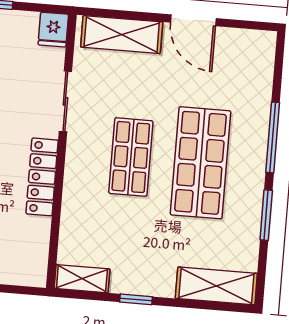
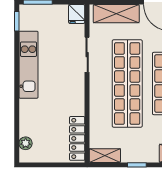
shop shelf: (131, 157) -> (127, 83), width x2.00, depth x1.36
locker: (42, 177) -> (77, 138), moved

